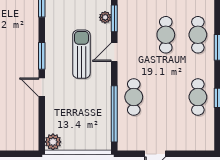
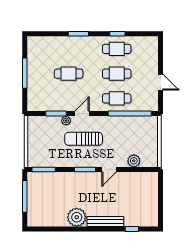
plant: (105, 17) -> (66, 121), moved
cafe table: (198, 35) -> (117, 74), moved
door: (114, 52) -> (82, 114), swing flipped
plant: (53, 142) -> (134, 161), moved

